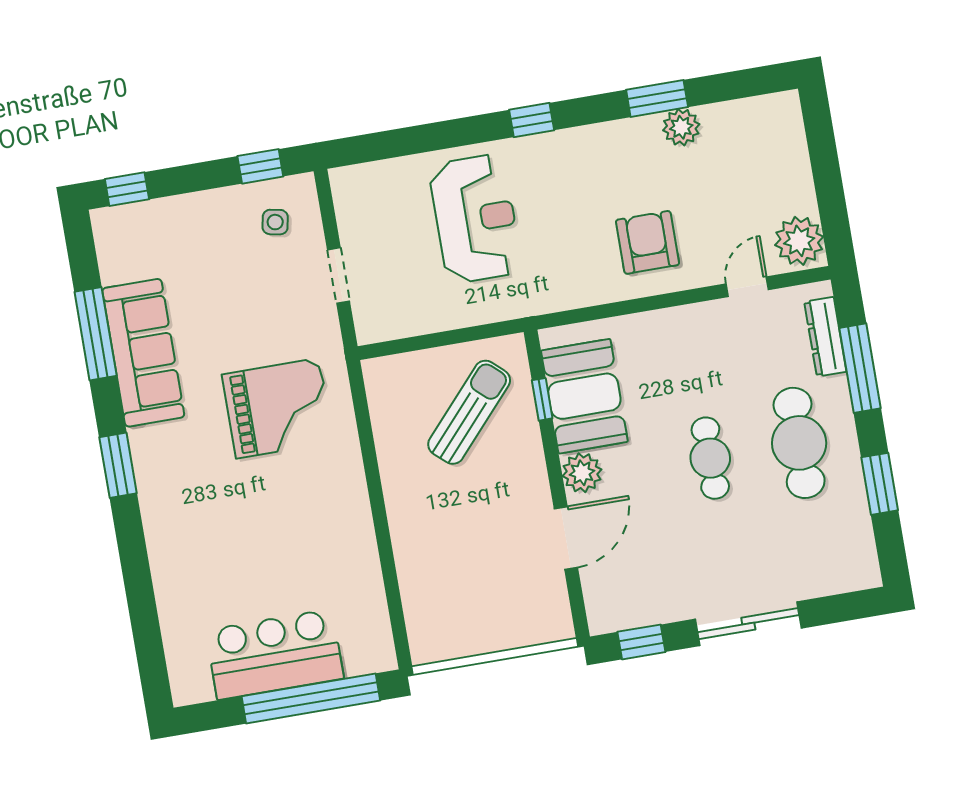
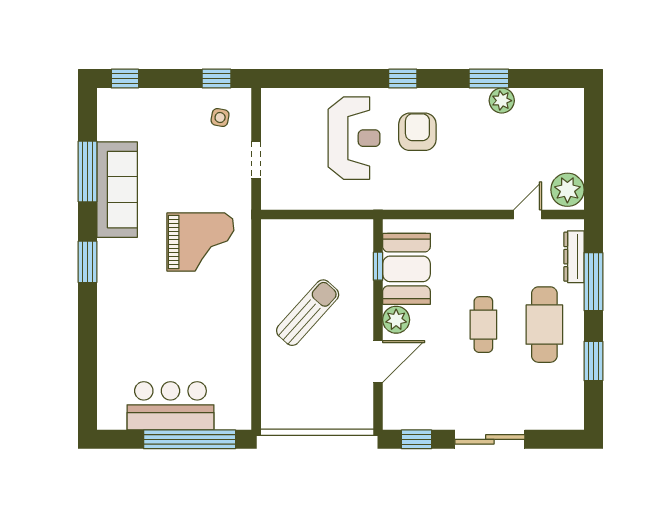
armchair: (648, 242) -> (417, 132), moved
sun lounger: (469, 412) -> (308, 313), moved

